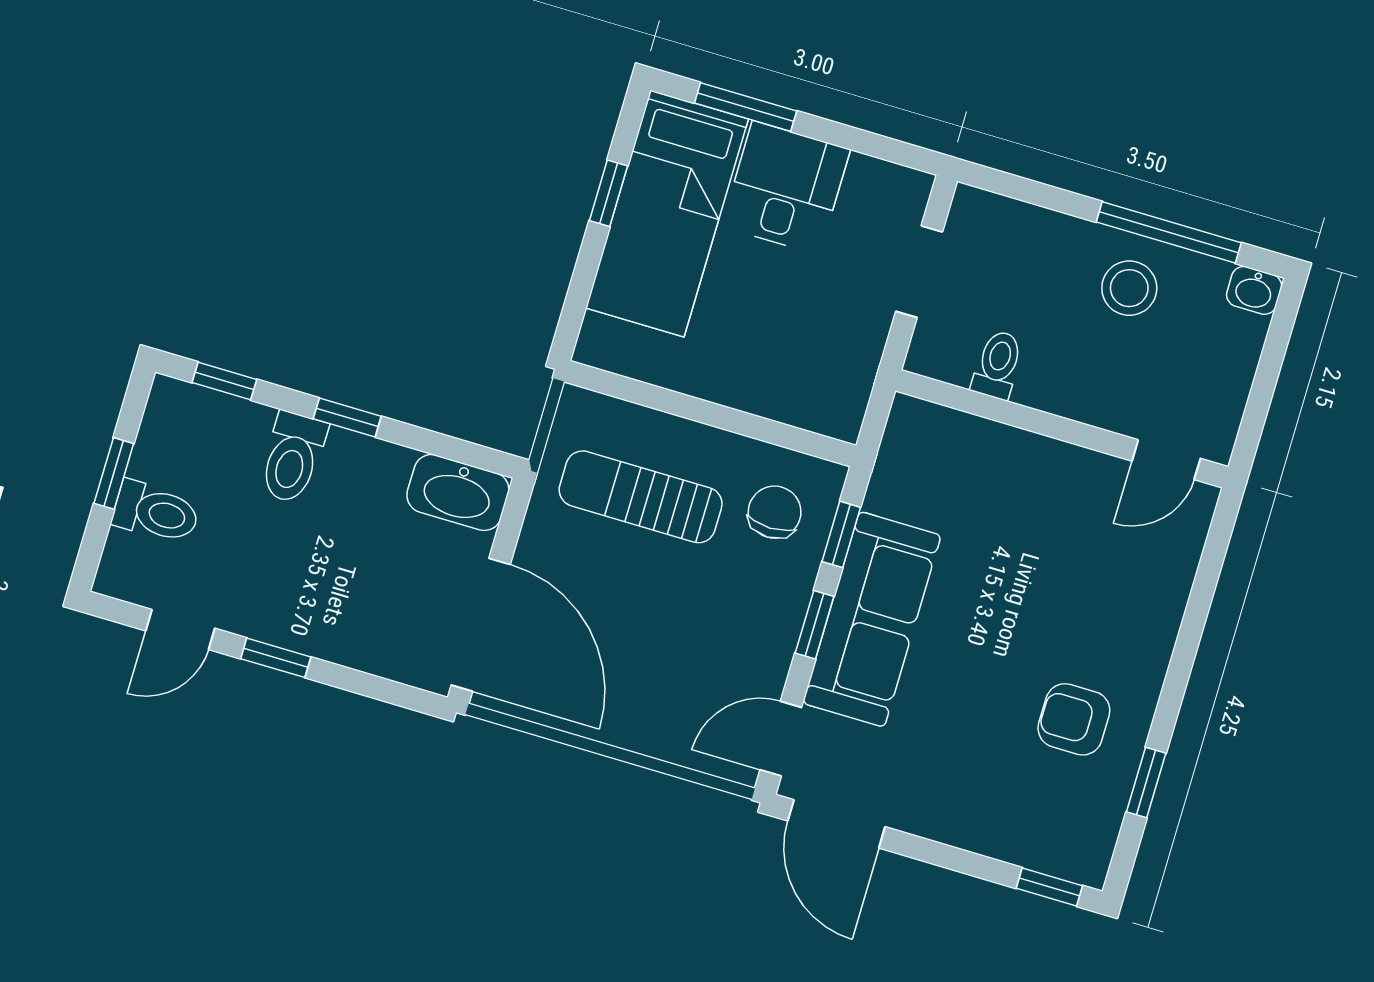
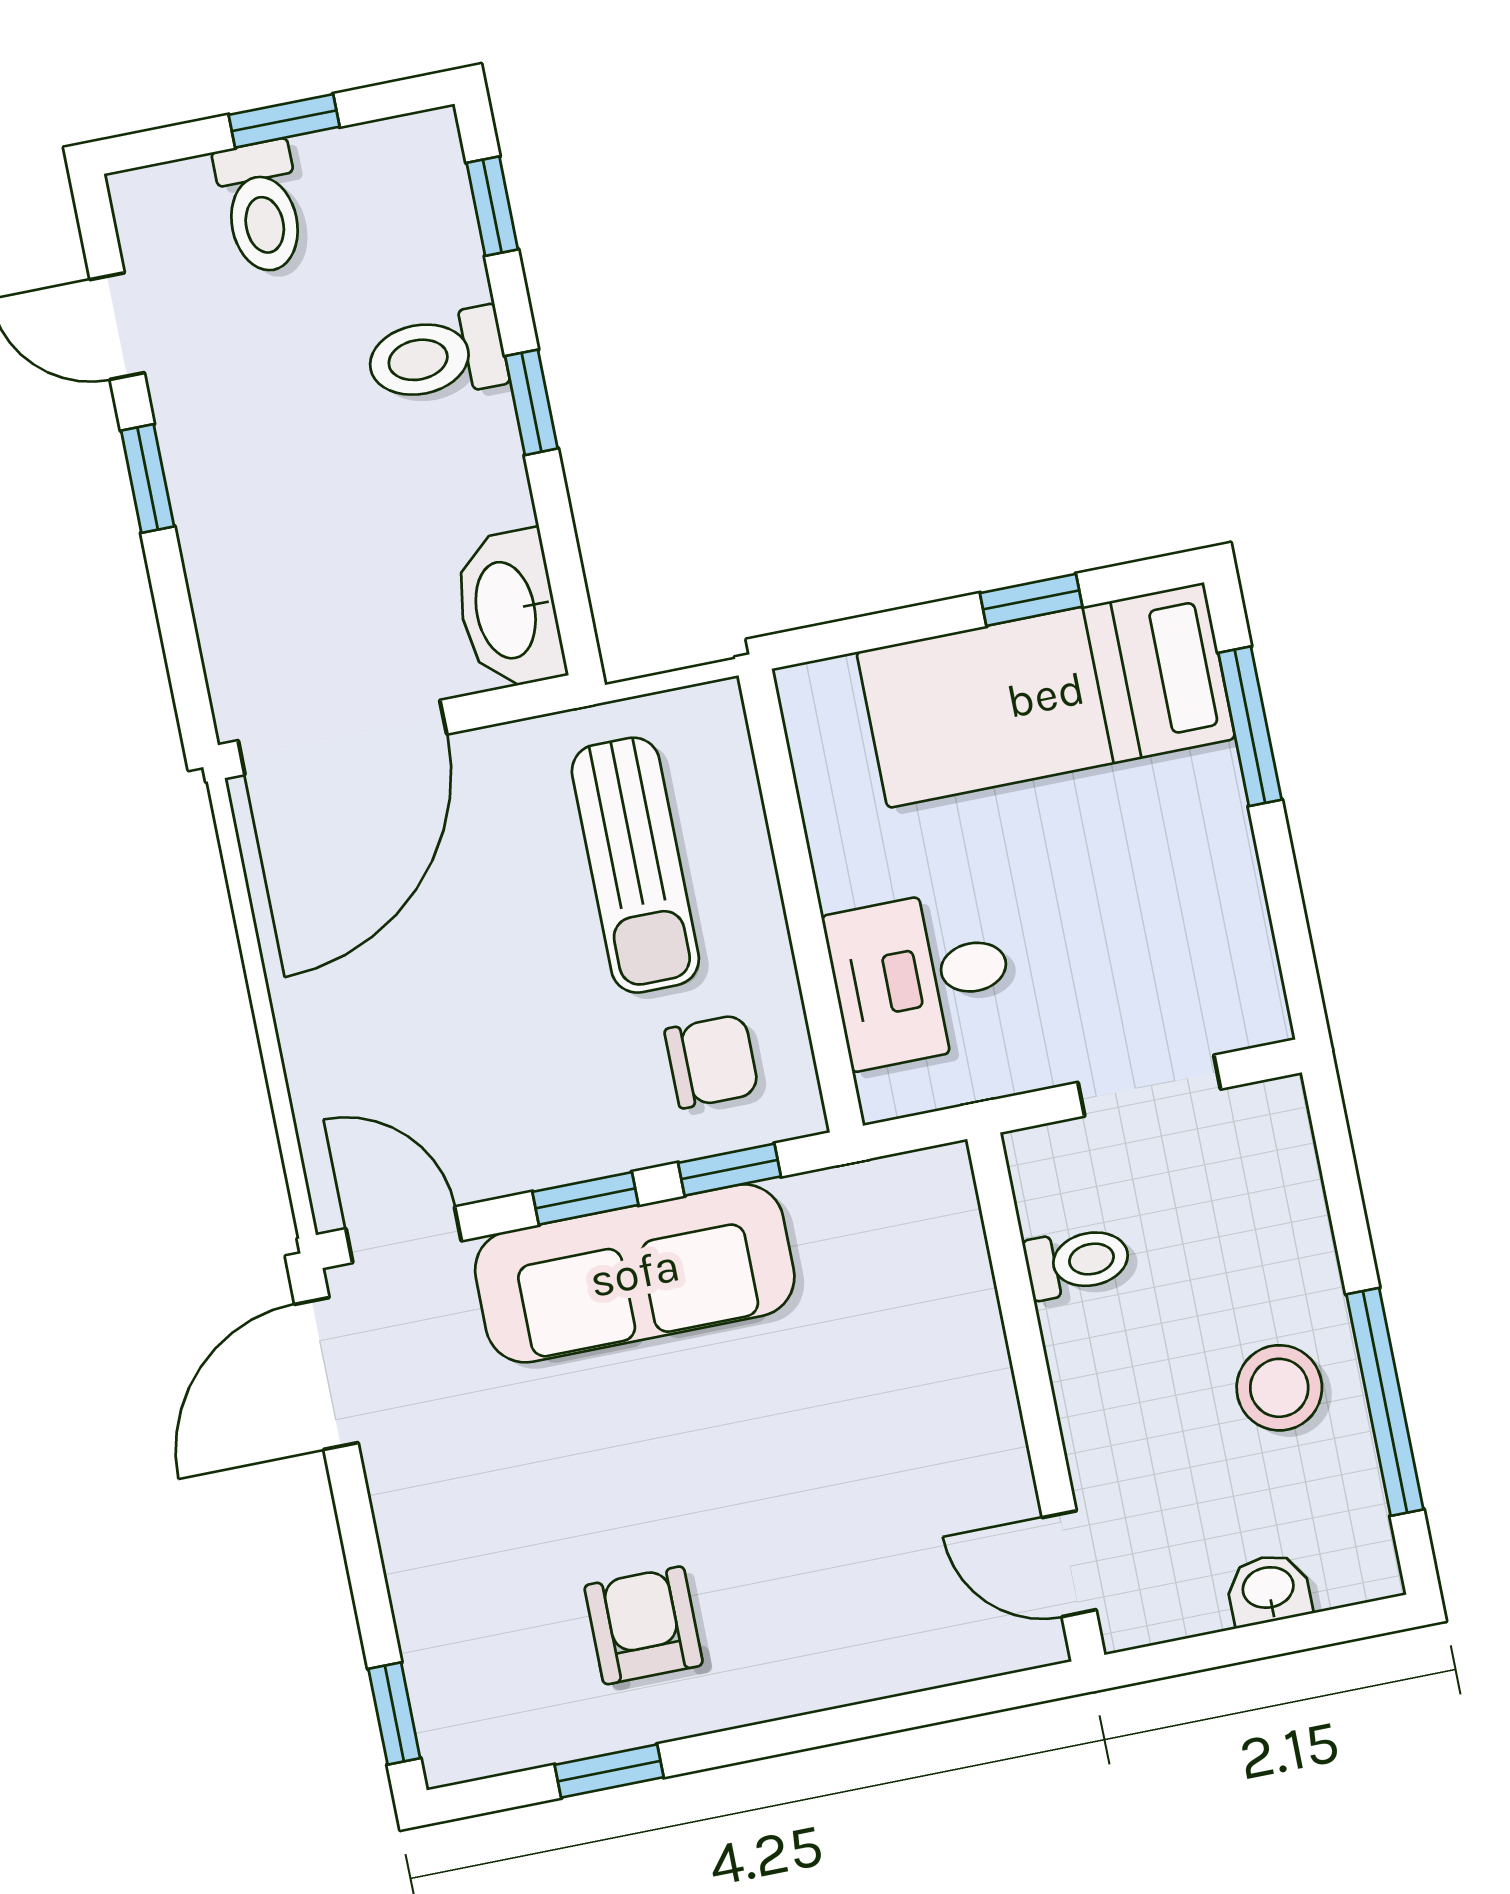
desk: (786, 188) -> (921, 978), moved, turned 180
washbasin: (1254, 290) -> (1268, 1589), moved, turned 90
sun lounger: (641, 497) -> (635, 865), turned 180

